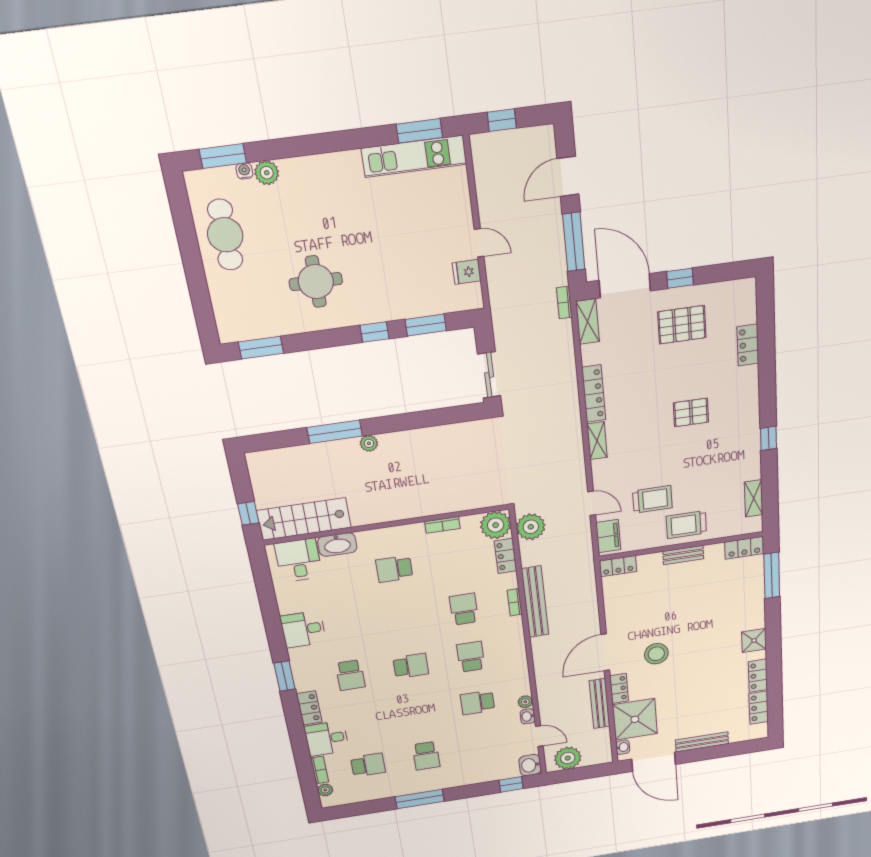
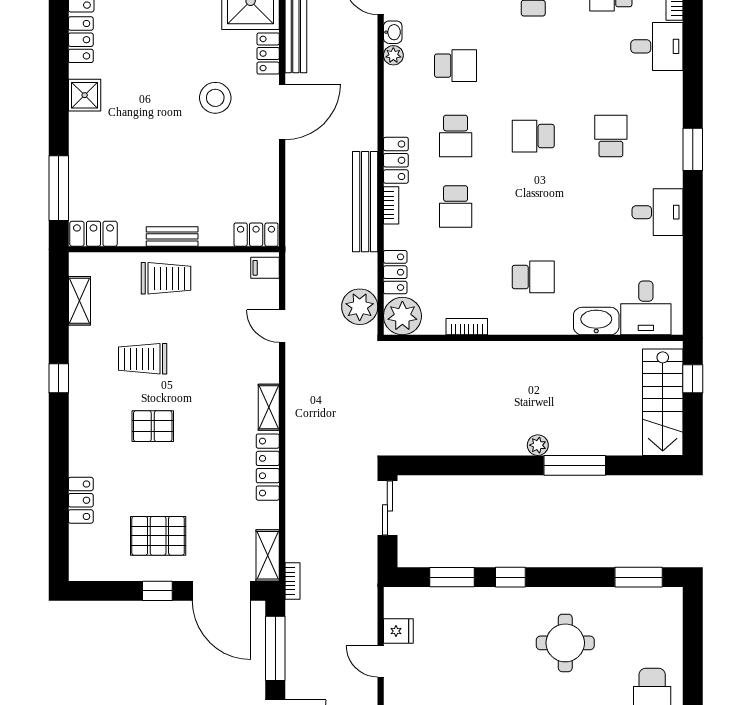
trolley: (652, 499) -> (143, 359), moved
stairs: (304, 519) -> (663, 402), moved, turned 90
filing cabinet: (608, 536) -> (265, 268), width x0.50
locker: (309, 708) -> (396, 160), moved, turned 180

